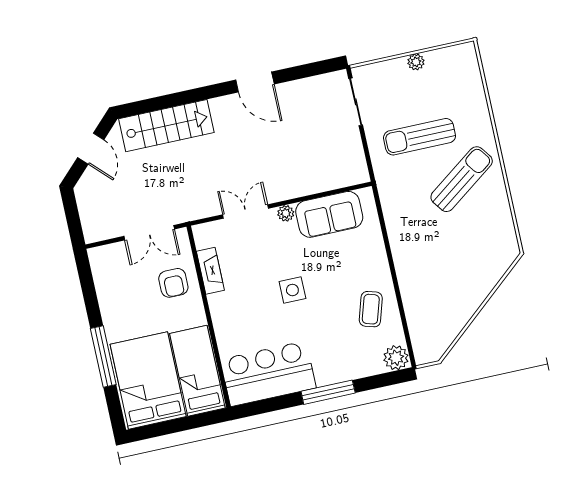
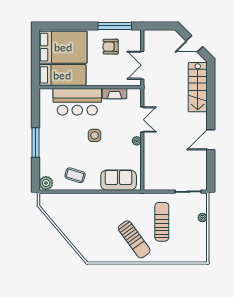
plant: (416, 62) -> (203, 218), moved
sofa: (329, 214) -> (119, 180), moved, turned 90
armchair: (173, 283) -> (111, 47), moved
window: (103, 356) -> (115, 26), moved
bar counter: (268, 374) -> (77, 102), moved, turned 90

